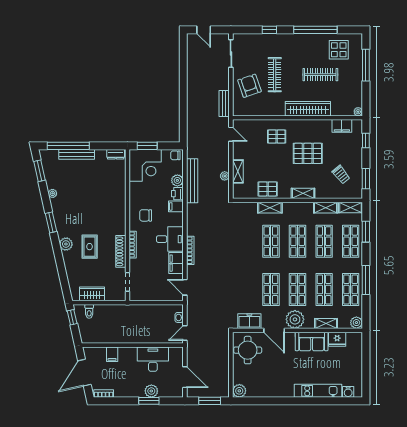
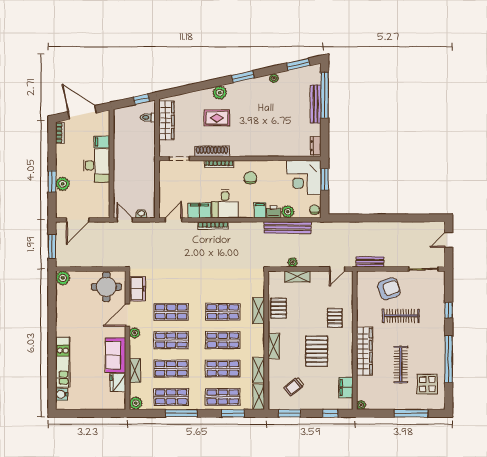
wardrobe: (92, 294) -> (166, 120), width x1.50
plant: (295, 319) -> (135, 333), width x0.53, depth x0.53
desk: (153, 359) -> (97, 165), moved

